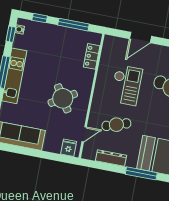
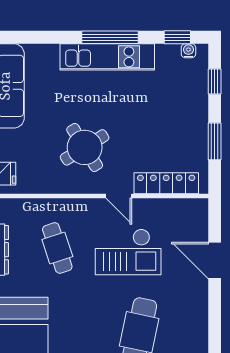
window: (73, 25) -> (215, 141), width x0.69
locker: (92, 56) -> (166, 183), width x1.53
door: (84, 134) -> (119, 196), moved

